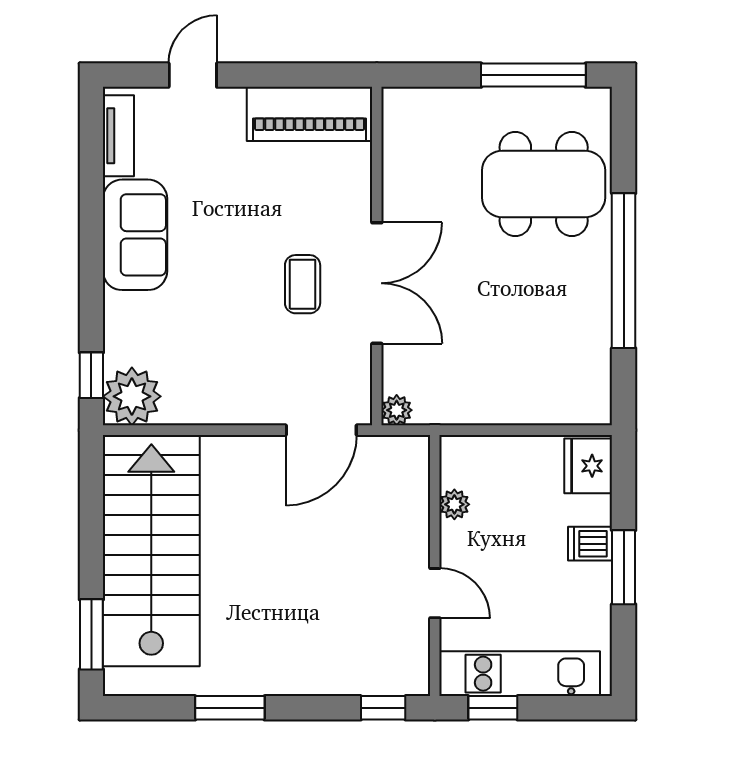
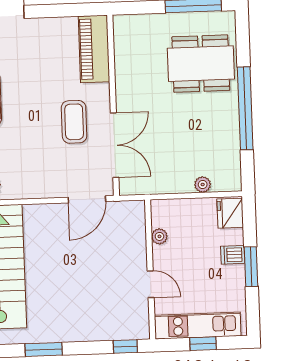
piano: (310, 114) -> (94, 49), moved, turned 90
double door: (377, 283) -> (115, 145), moved
coffee table: (303, 284) -> (74, 122), width x1.36, depth x1.30
plant: (397, 410) -> (203, 185), moved
window: (493, 708) -> (203, 344), moved

